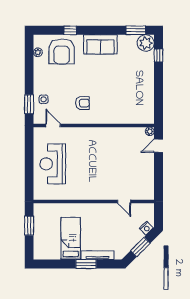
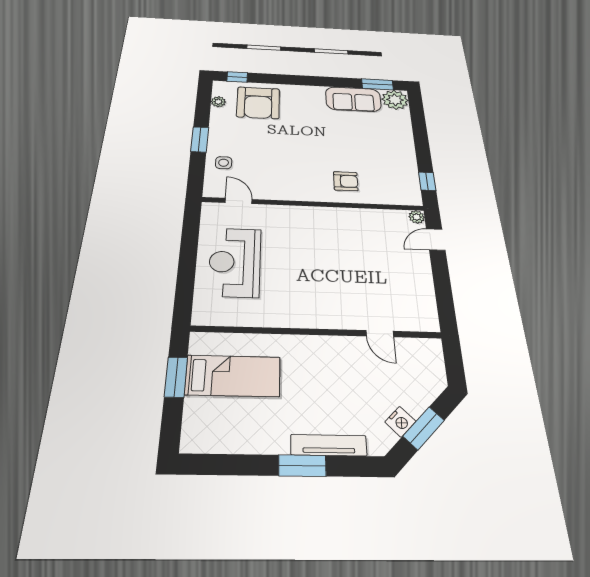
window: (70, 30) -> (237, 77), moved
sofa: (100, 44) -> (353, 99), moved
window: (158, 55) -> (427, 181), moved
armchair: (82, 103) -> (346, 181), moved
window: (29, 104) -> (200, 139), moved
nightstand: (146, 228) -> (400, 422), moved
bed: (71, 238) -> (233, 376), moved, turned 90

